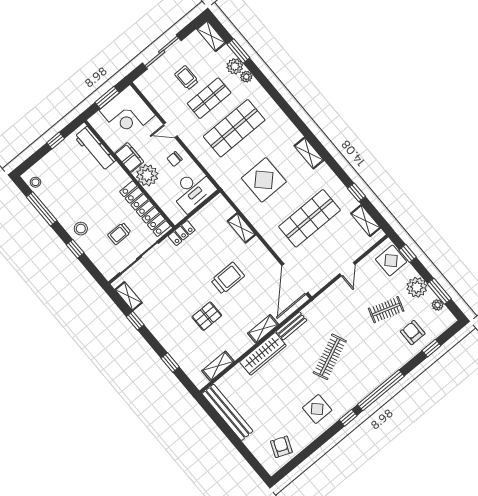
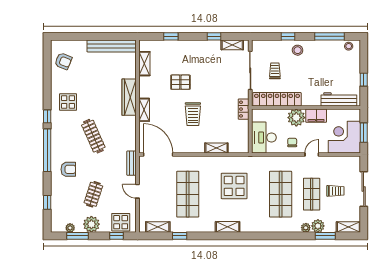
pallet: (207, 316) -> (180, 82), turned 90
bench: (291, 326) -> (132, 163), moved
armchair: (413, 333) -> (68, 169), moved

